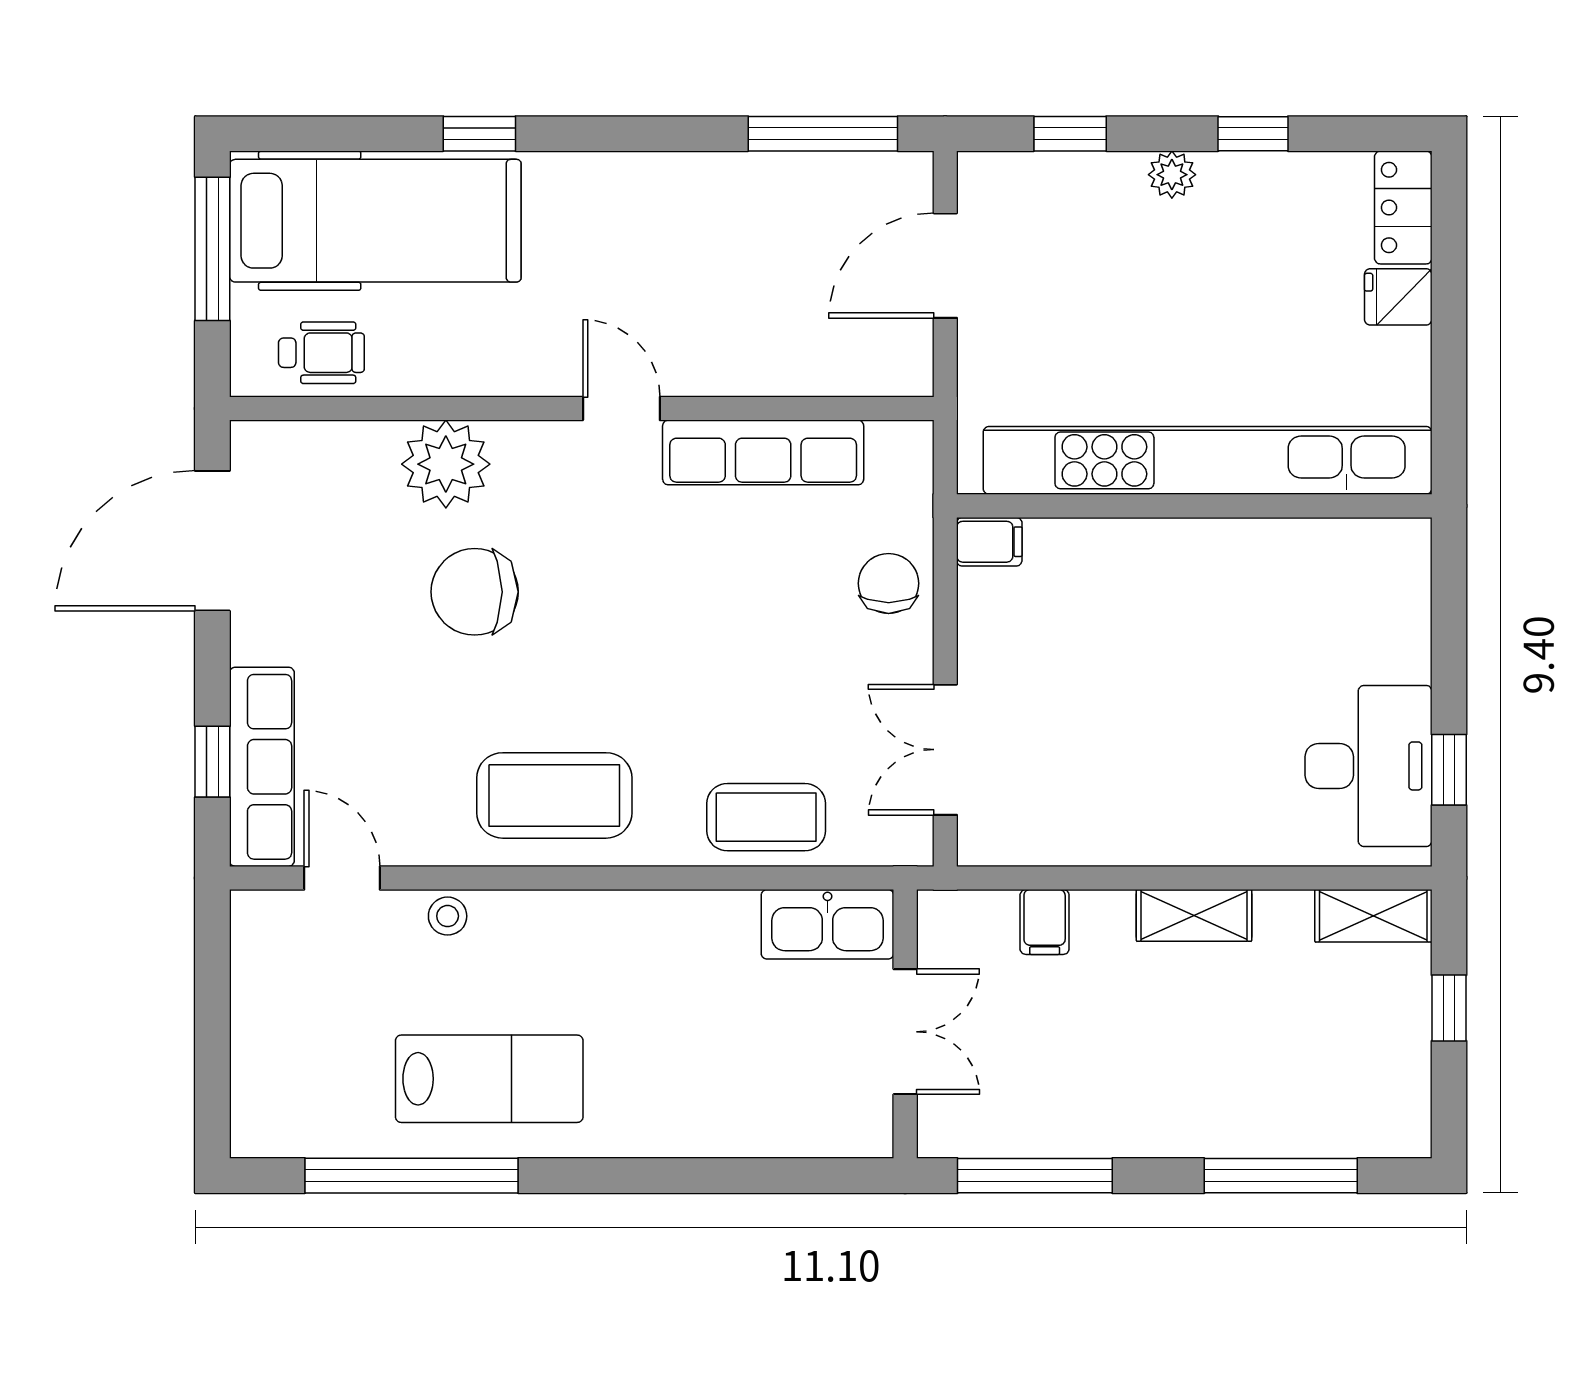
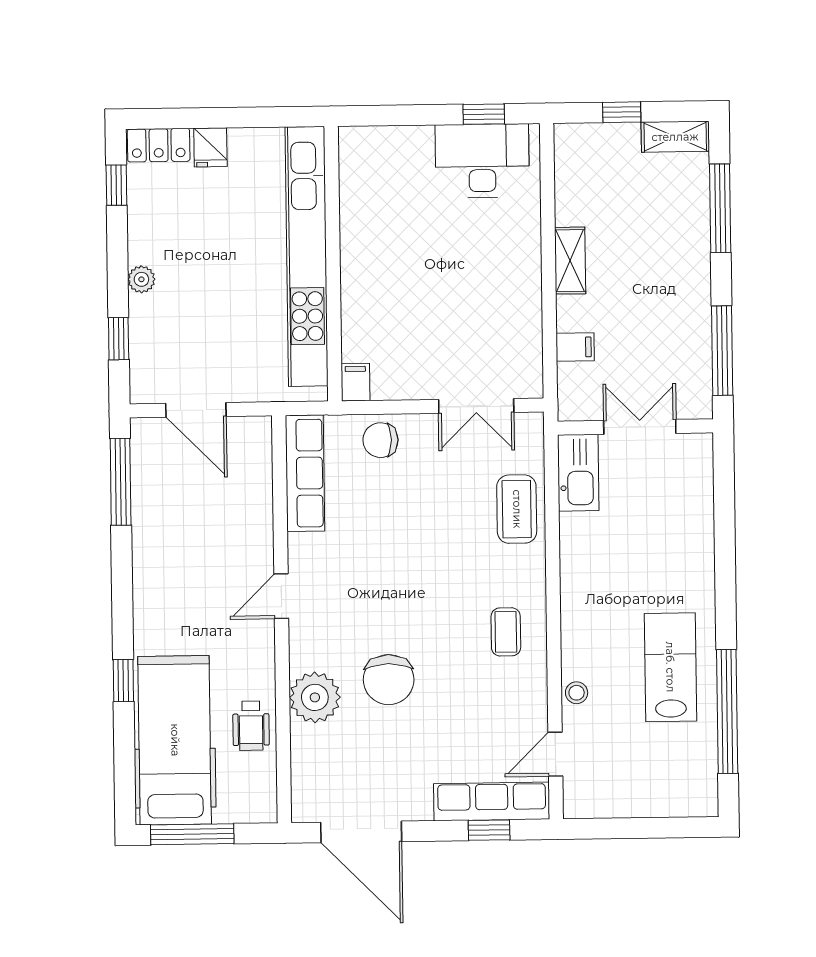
window: (1253, 134) -> (116, 185), moved
wheelchair: (321, 353) -> (251, 726), moved, turned 180
row of seats: (763, 452) -> (305, 473), moved
coffee table: (554, 795) -> (506, 632), width x0.54, depth x0.58
shelving: (1373, 916) -> (675, 137), moved, turned 90

